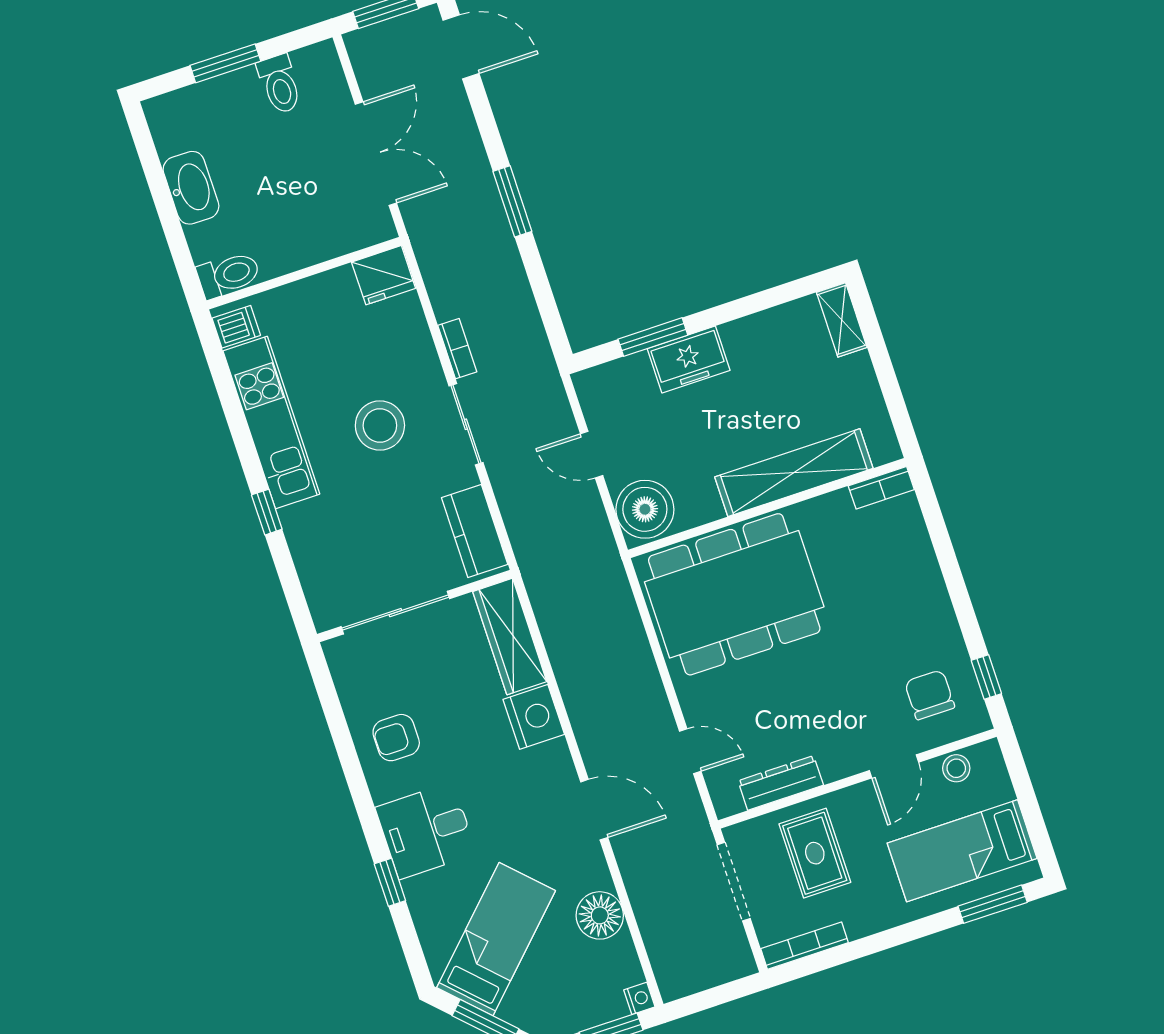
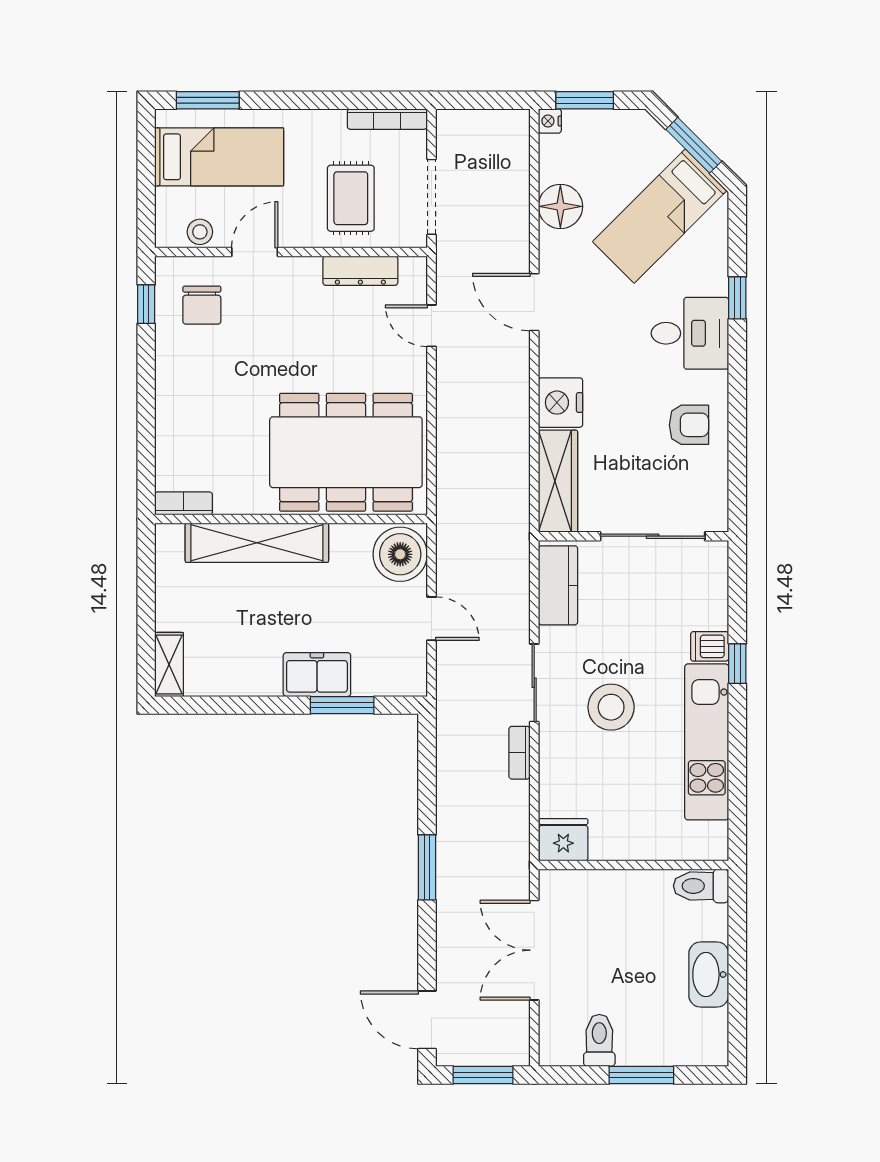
dishwasher: (236, 327) -> (710, 646), moved

